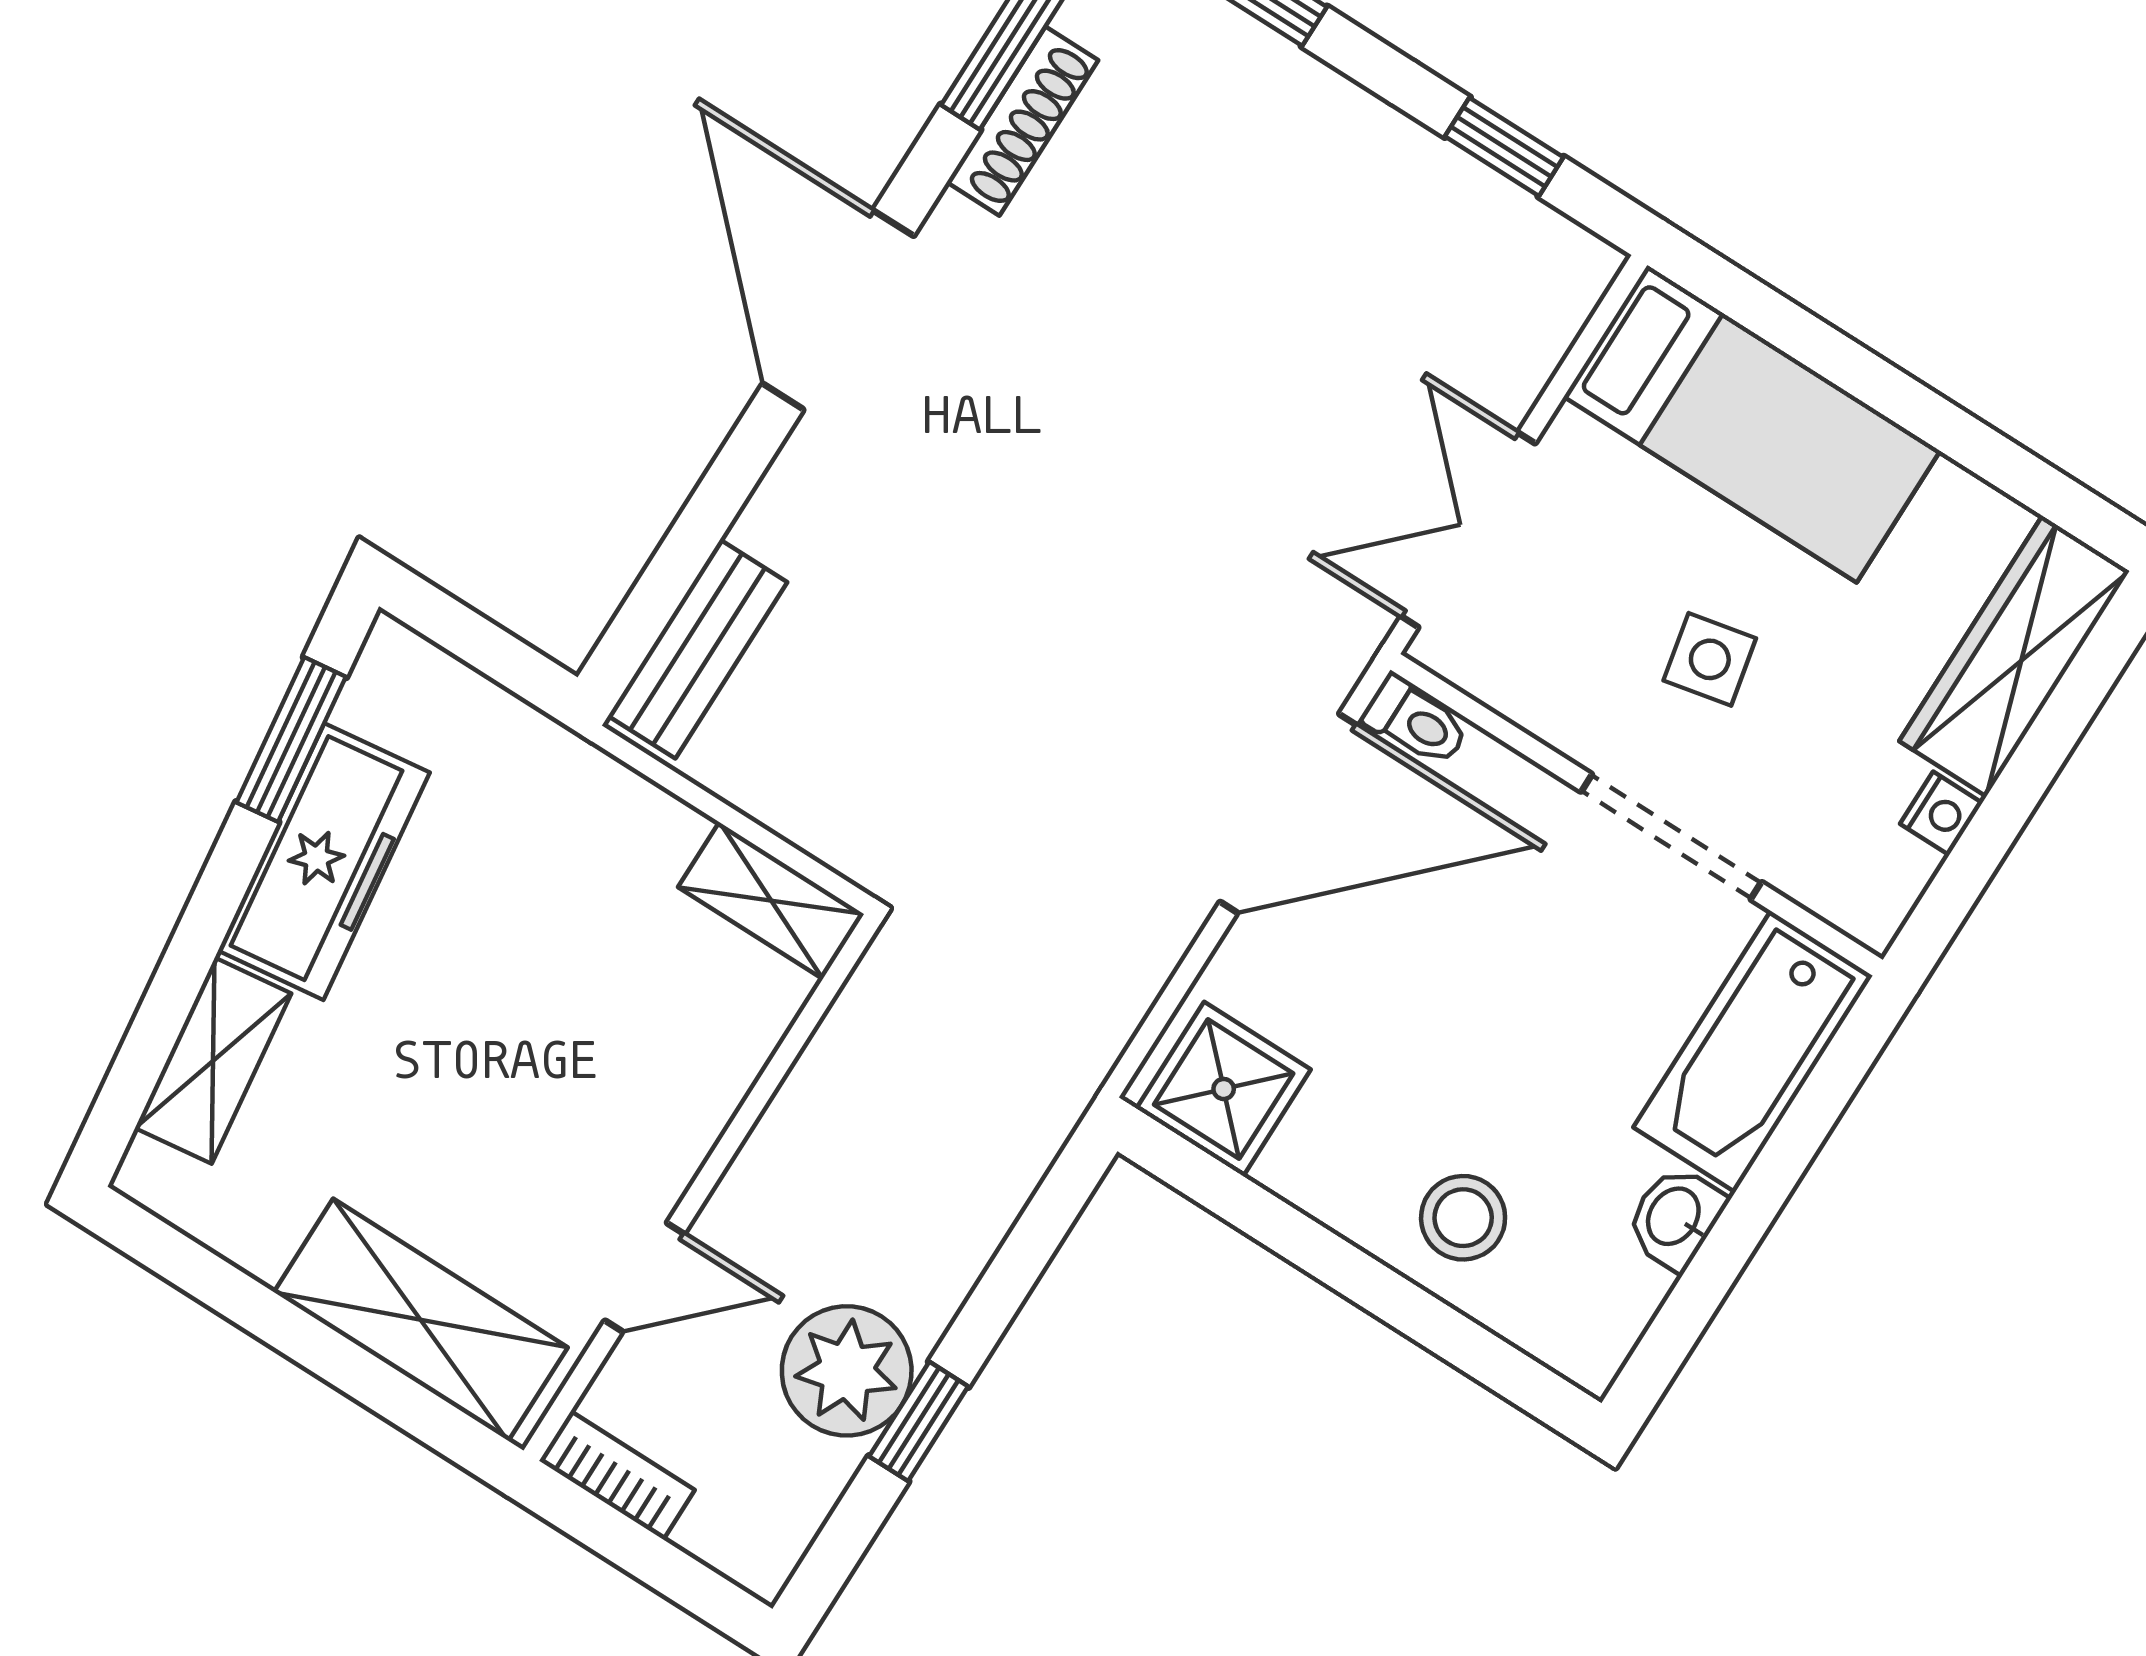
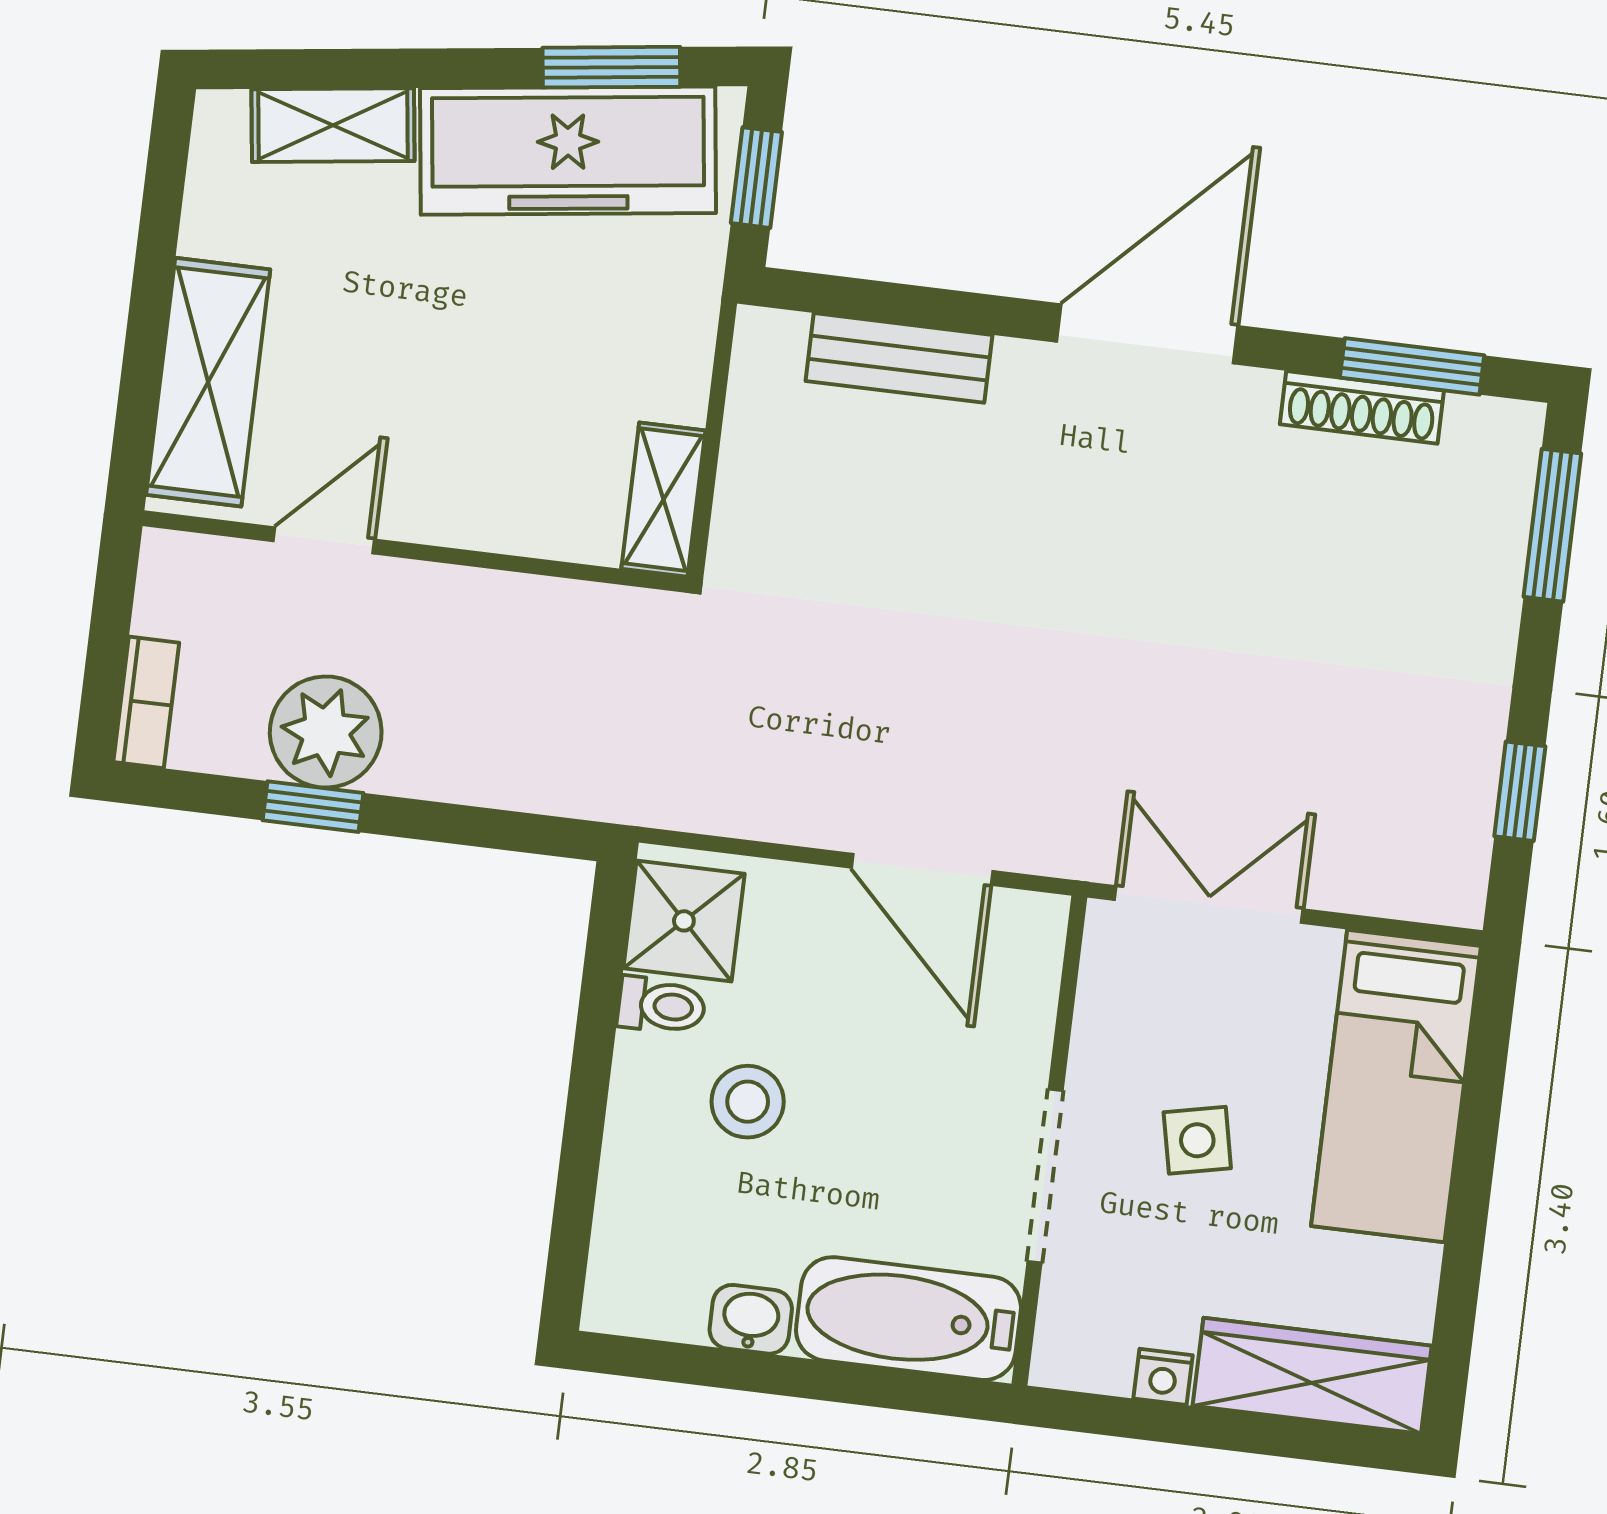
window: (479, 642) -> (756, 178), added
bench: (698, 649) -> (899, 358), moved
toilet: (1416, 721) -> (661, 1006), moved, turned -90
door: (1288, 813) -> (922, 869), width x0.73
freezer: (324, 862) -> (568, 151), width x1.36, depth x1.26
stool: (1463, 1218) -> (748, 1102), moved
door: (645, 1277) -> (324, 540), swing flipped
bookcase: (617, 1475) -> (146, 702), moved

